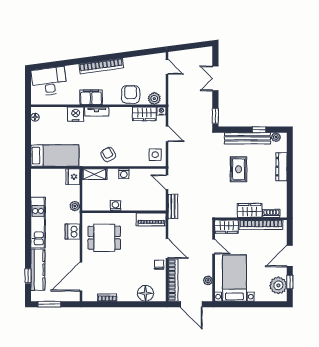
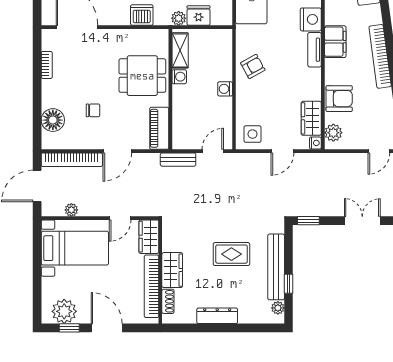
dresser: (281, 167) -> (217, 316), moved
shelving: (94, 174) -> (180, 50), moved
fridge: (73, 177) -> (199, 16), moved
dining table: (104, 238) -> (142, 76), moved, turned 90
chair: (159, 265) -> (93, 110), moved

